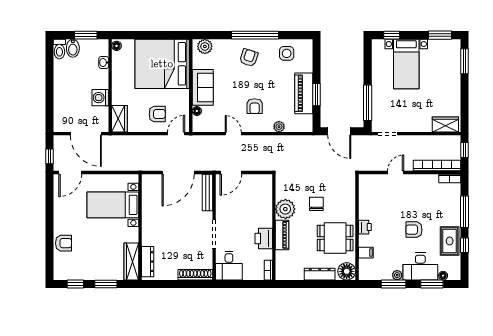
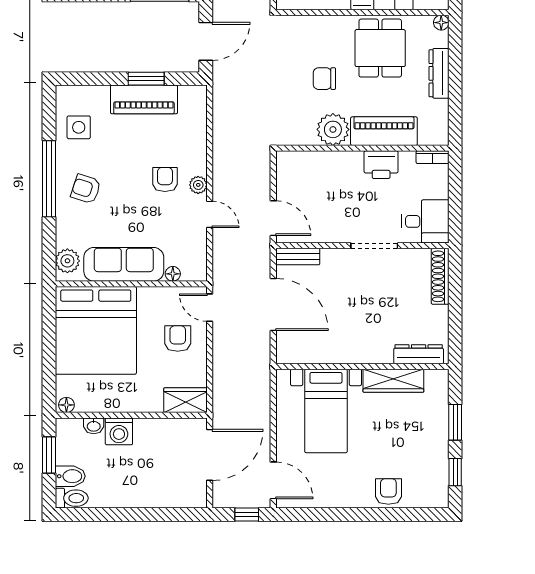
sofa: (203, 87) -> (124, 264), width x1.36
washing machine: (100, 98) -> (119, 431), moved
armchair: (255, 106) -> (165, 179), turned -90
plant: (279, 127) -> (198, 185), moved
door: (233, 134) -> (210, 214), swing flipped
bench: (207, 192) -> (298, 257), width x0.73
piano: (282, 235) -> (384, 131), width x1.37, depth x1.33
wardrobe: (131, 262) -> (393, 381), moved
floor lamp: (347, 271) -> (441, 23), width x0.53, depth x0.53

